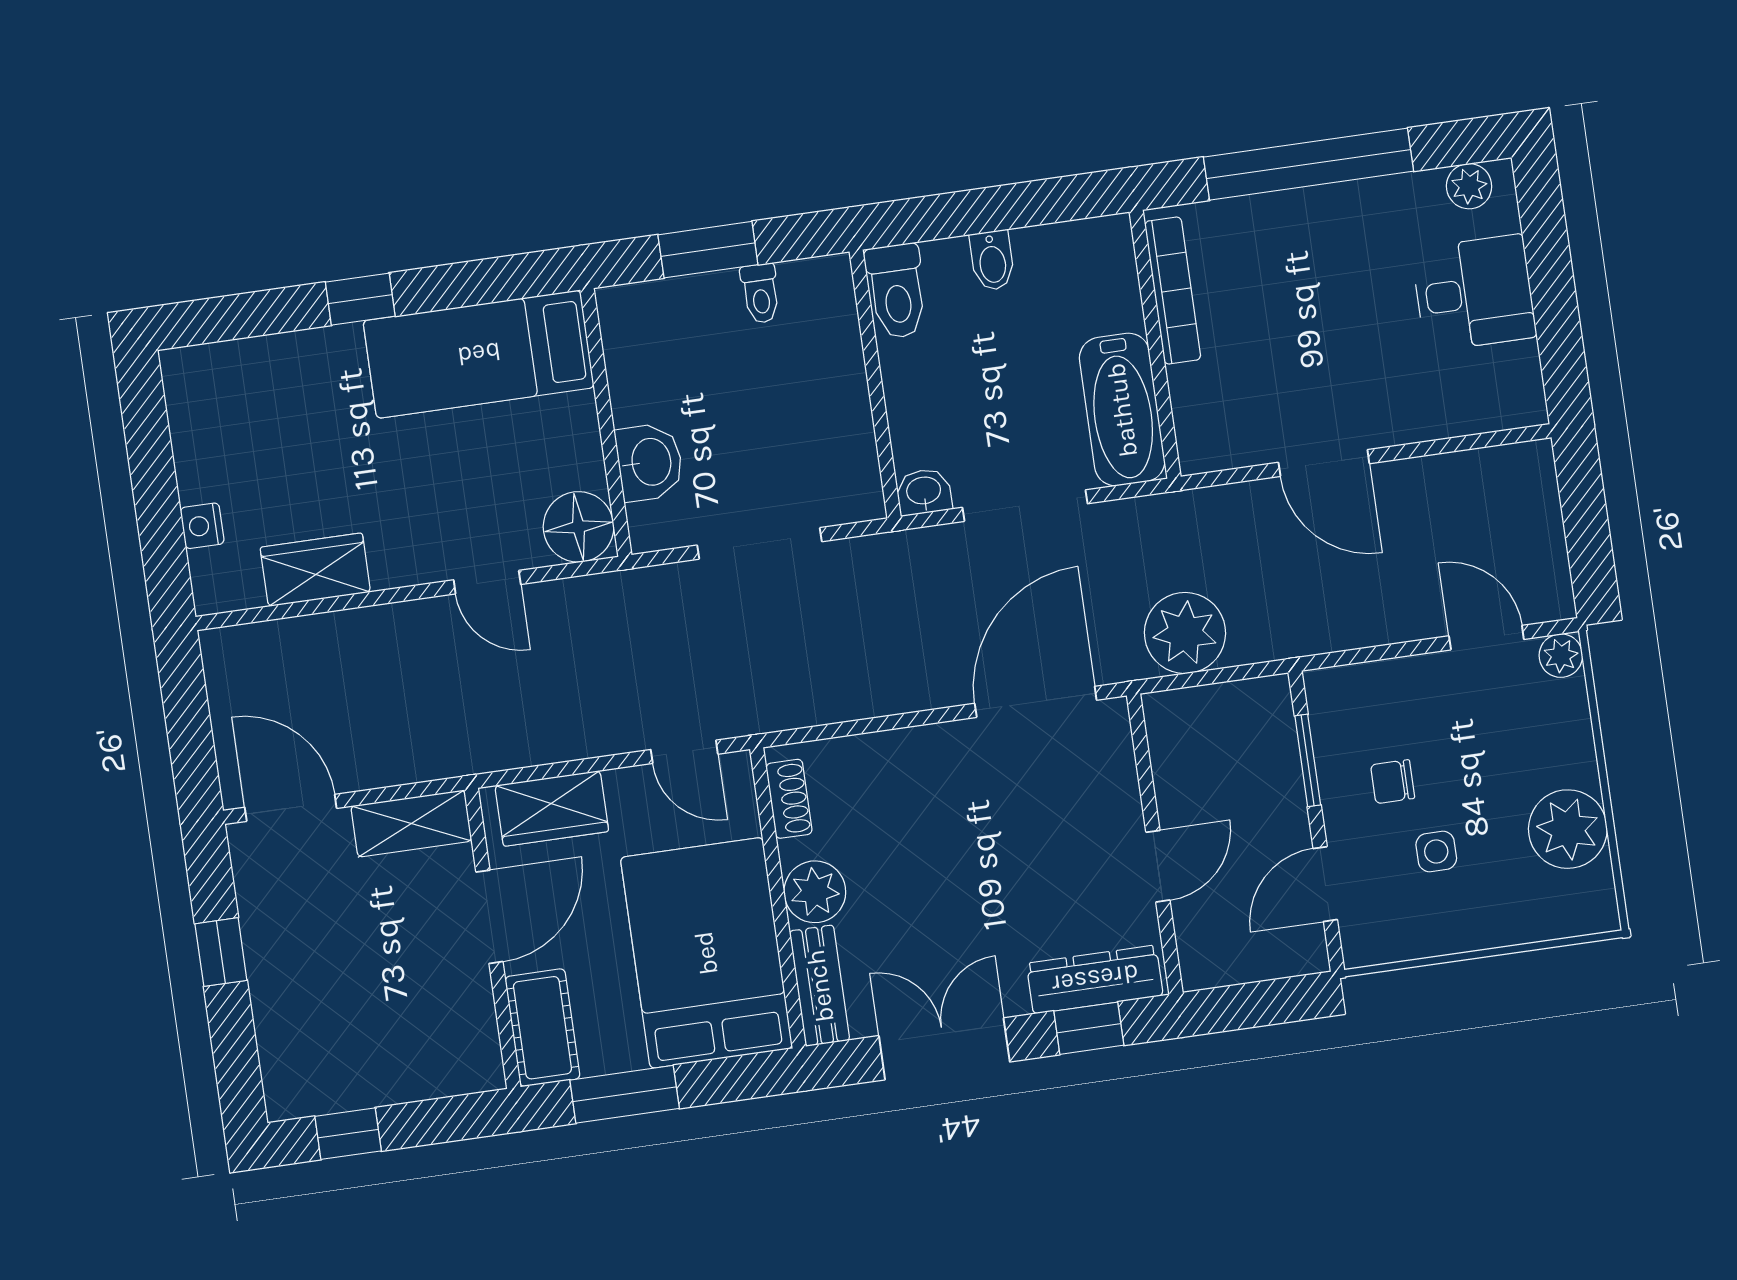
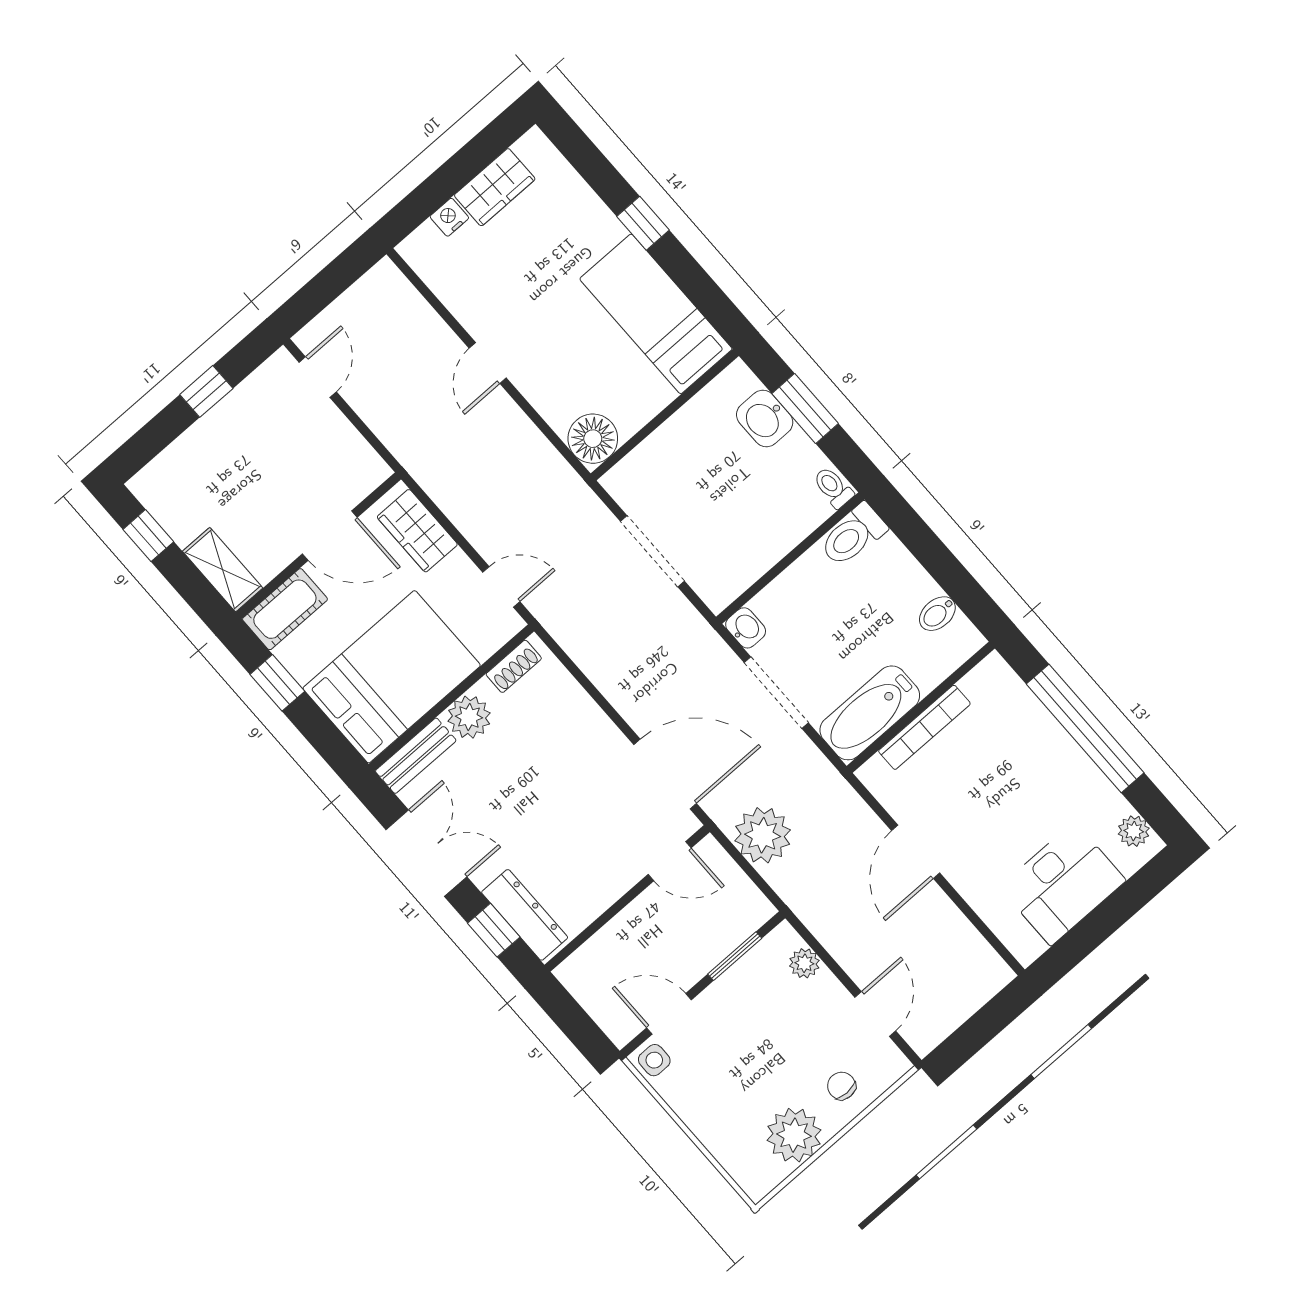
bidet: (992, 260) -> (937, 614), moved
bookcase: (1173, 290) -> (924, 727), moved
toilet: (760, 293) -> (833, 487), moved, turned 90
desk: (1474, 293) -> (1063, 884), width x1.37
washbasin: (650, 462) -> (765, 419), moved, turned 90
wardrobe: (315, 570) -> (495, 187), moved, turned 90
door: (487, 582) -> (488, 363), moved
plant: (1561, 656) -> (804, 963), moved
door: (684, 752) -> (501, 587), swing flipped
chair: (1393, 782) -> (841, 1086), moved
door: (291, 808) -> (318, 377), width x0.73
shelving: (411, 823) -> (223, 570), moved
side table: (1436, 851) -> (654, 1060), moved
door: (1158, 866) -> (670, 861), moved
window: (625, 1094) -> (277, 683), width x0.67

